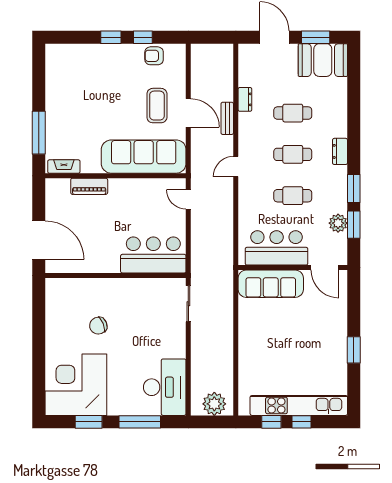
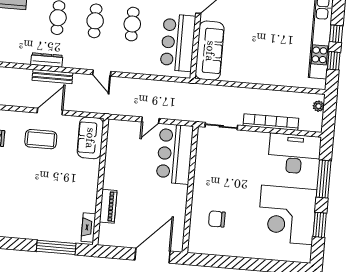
dresser: (245, 99) -> (47, 60), width x1.44
bench: (227, 118) -> (52, 77), width x1.36
sofa: (144, 157) -> (90, 138), width x0.54, depth x0.79
door: (188, 199) -> (150, 120), moved
chair: (98, 326) -> (217, 219), moved, turned 112
bookcase: (198, 358) -> (271, 122), added
corner desk: (76, 385) -> (287, 215), moved
plant: (214, 404) -> (319, 106), width x0.53, depth x0.53

